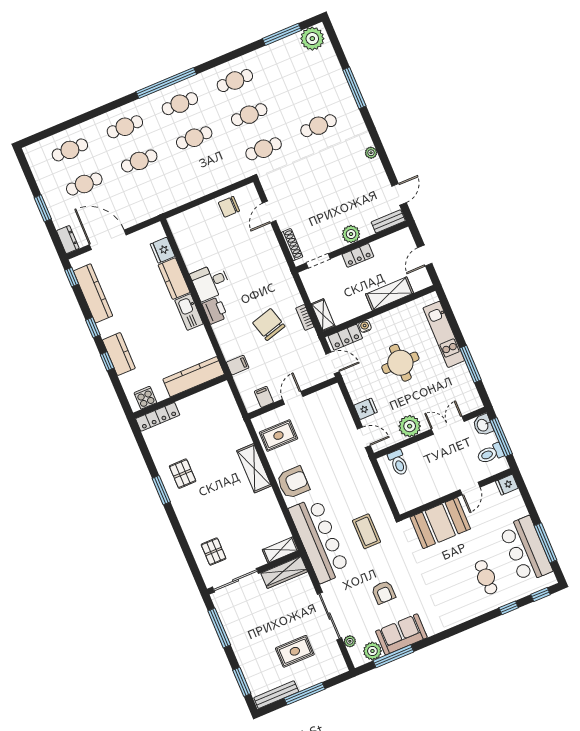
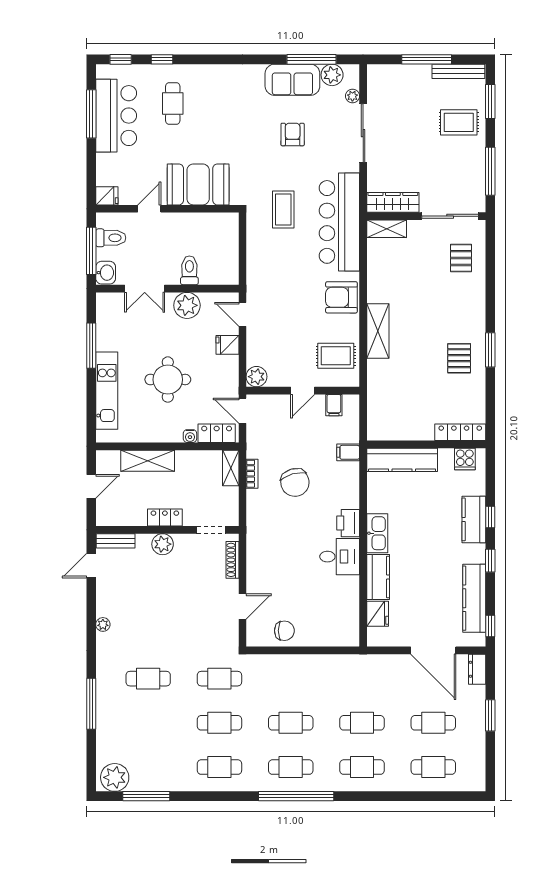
plant: (333, 394) -> (256, 377), added
toilet: (398, 463) -> (189, 270), moved
rug: (295, 651) -> (459, 122), moved

